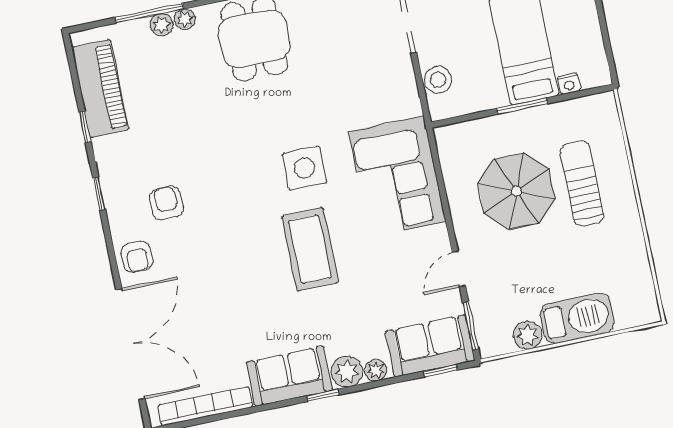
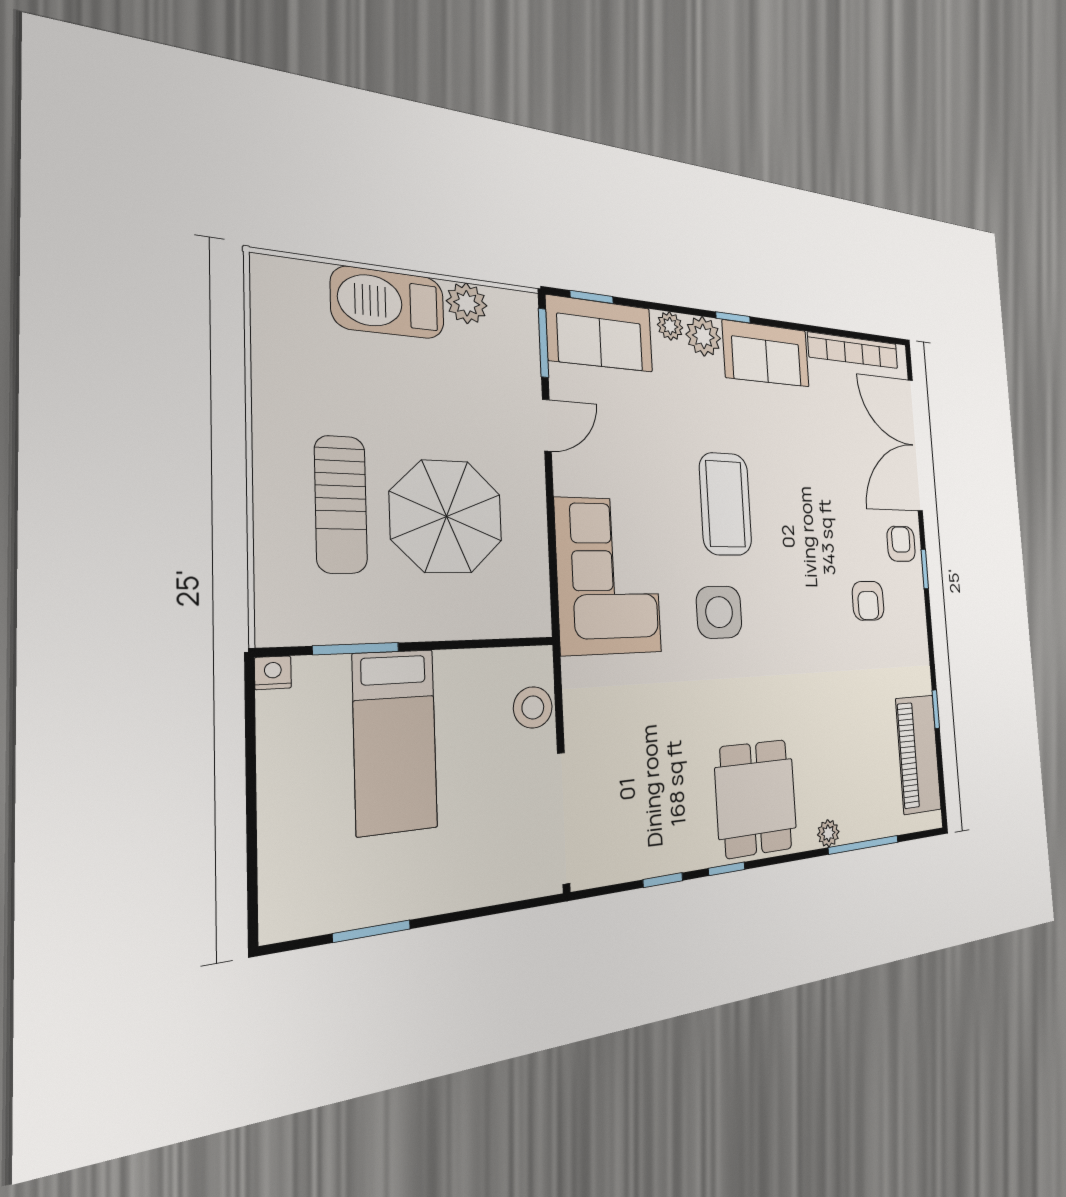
plant: (162, 25) -> (853, 828), removed
nightstand: (569, 84) -> (273, 673), moved
window: (522, 106) -> (356, 649), moved
window: (99, 194) -> (925, 569), moved

